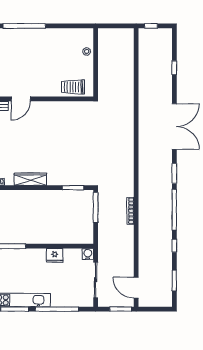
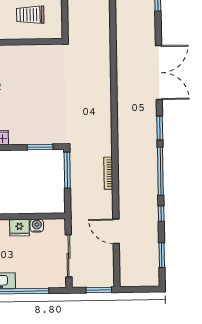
trolley: (73, 87) -> (30, 15), moved
water cooler: (88, 254) -> (37, 226), moved
door: (136, 288) -> (116, 231), moved

